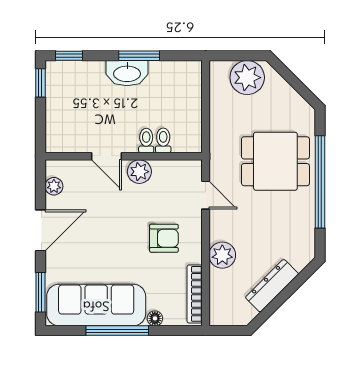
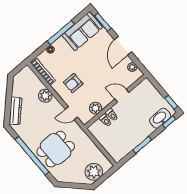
washbasin: (127, 73) -> (160, 118), moved
plant: (139, 172) -> (95, 108), moved
dresser: (272, 286) -> (15, 111), moved
sofa: (96, 305) -> (82, 31), width x0.73

